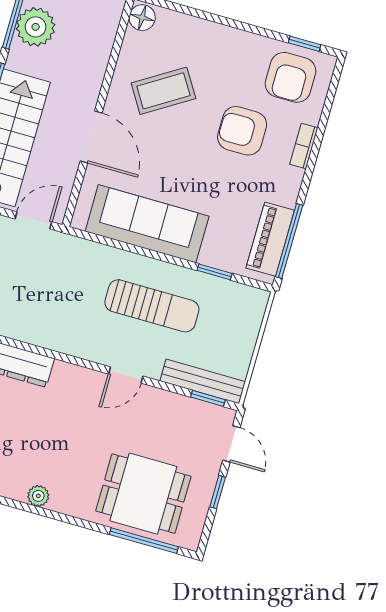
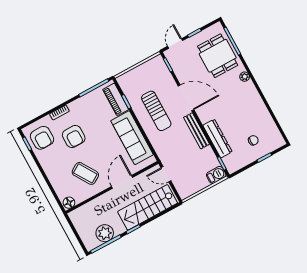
armchair: (290, 77) -> (42, 138), turned 90
piano: (270, 239) -> (116, 99), moved, turned 90
sun lounger: (152, 306) -> (156, 111), turned 180
door: (126, 375) -> (186, 98), width x1.88
bench: (203, 381) -> (197, 131), moved
plant: (38, 496) -> (245, 77), moved

